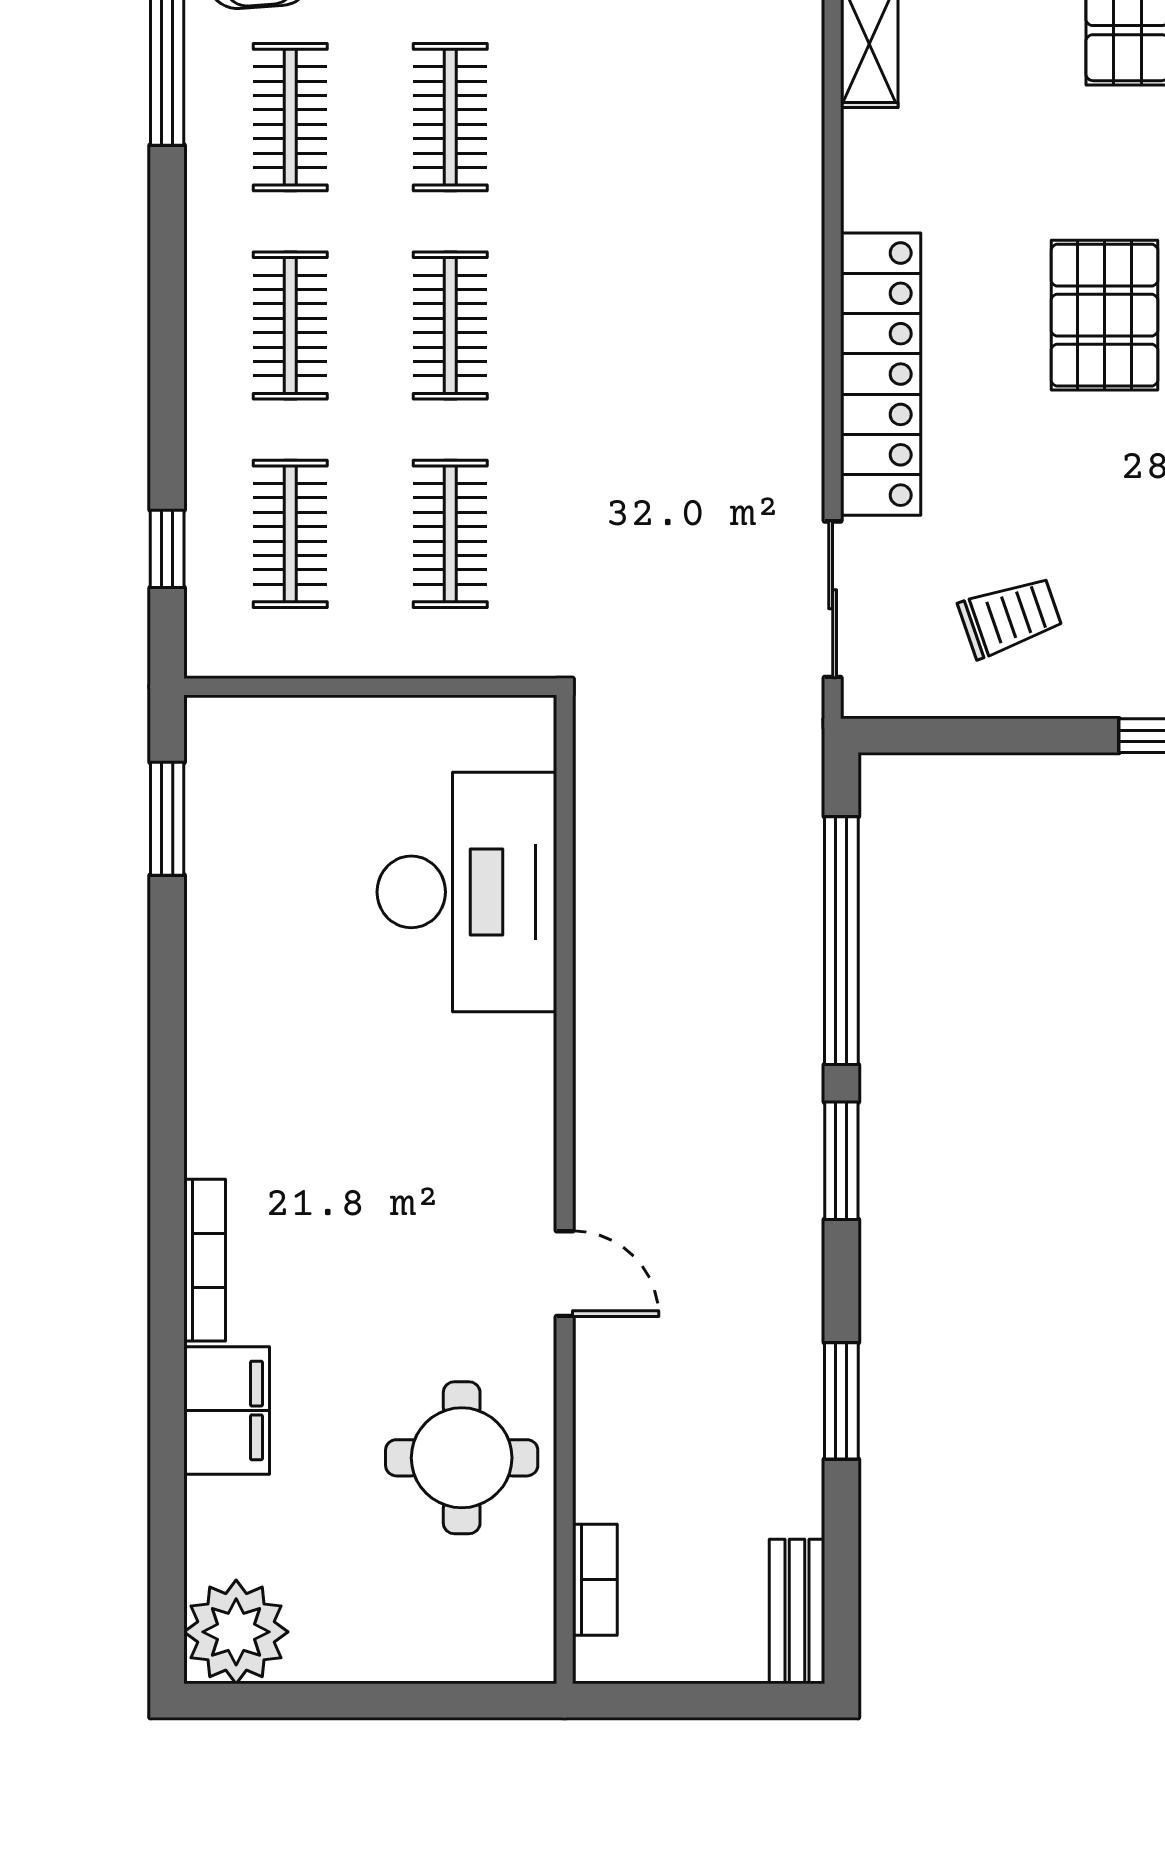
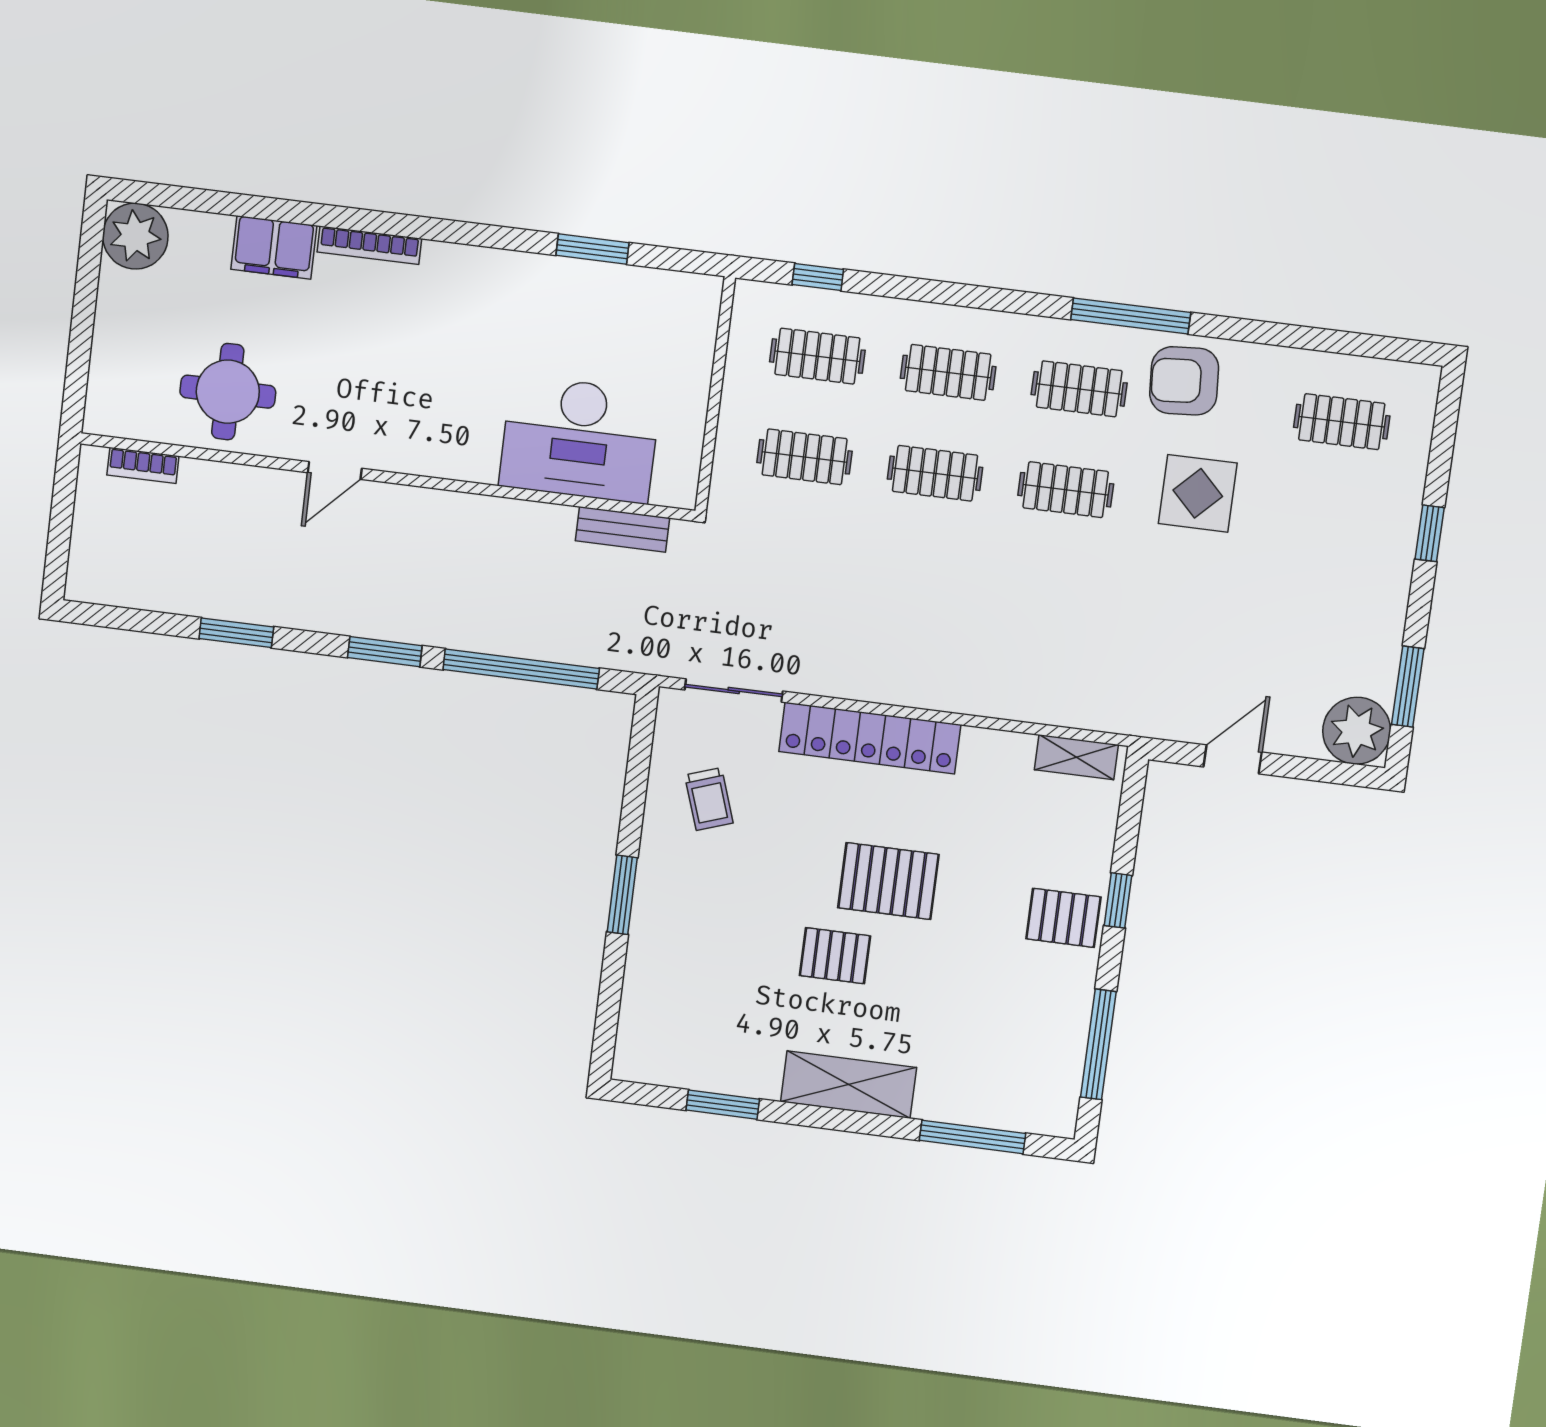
window: (167, 819) -> (593, 249), moved
bench: (797, 1612) -> (623, 529), moved

